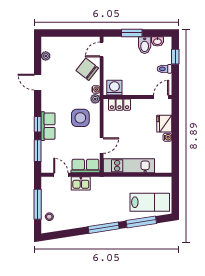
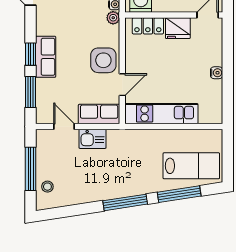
side table: (80, 118) -> (103, 60), moved
fridge: (164, 124) -> (178, 28), moved, turned -90

